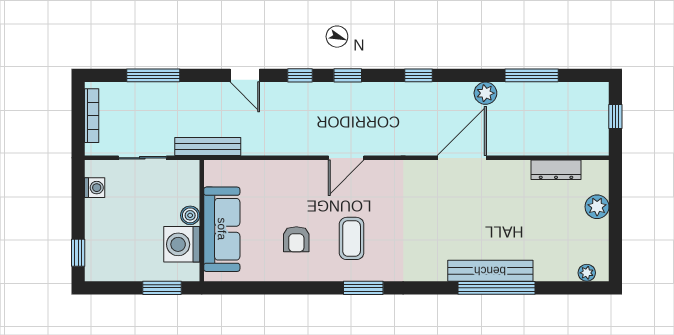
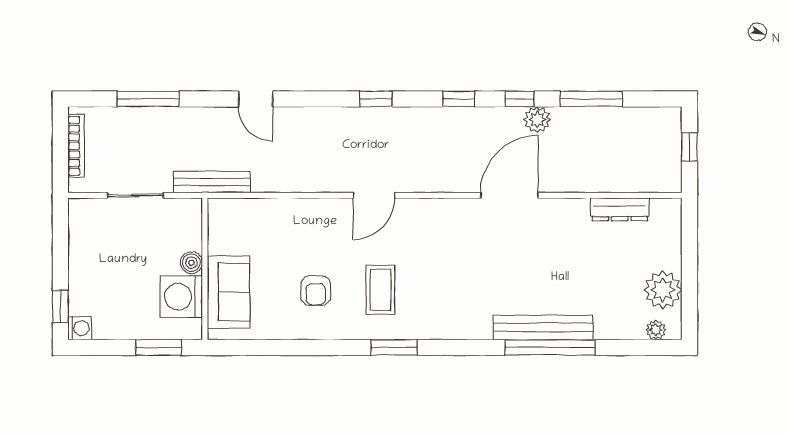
window: (300, 75) -> (520, 99), moved
washing machine: (95, 188) -> (80, 328), moved
plant: (597, 207) -> (663, 290), moved, width x1.36, depth x1.36
sofa: (222, 229) -> (229, 292), width x0.73

